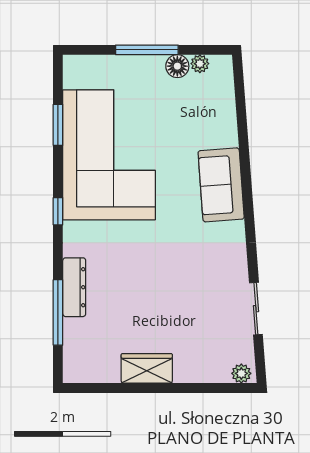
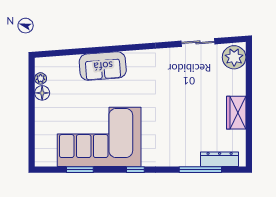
window: (147, 50) -> (32, 113), removed
sofa: (221, 185) -> (103, 66), moved
dresser: (74, 287) -> (220, 159), moved
plant: (241, 373) -> (234, 57), width x1.88, depth x1.88

